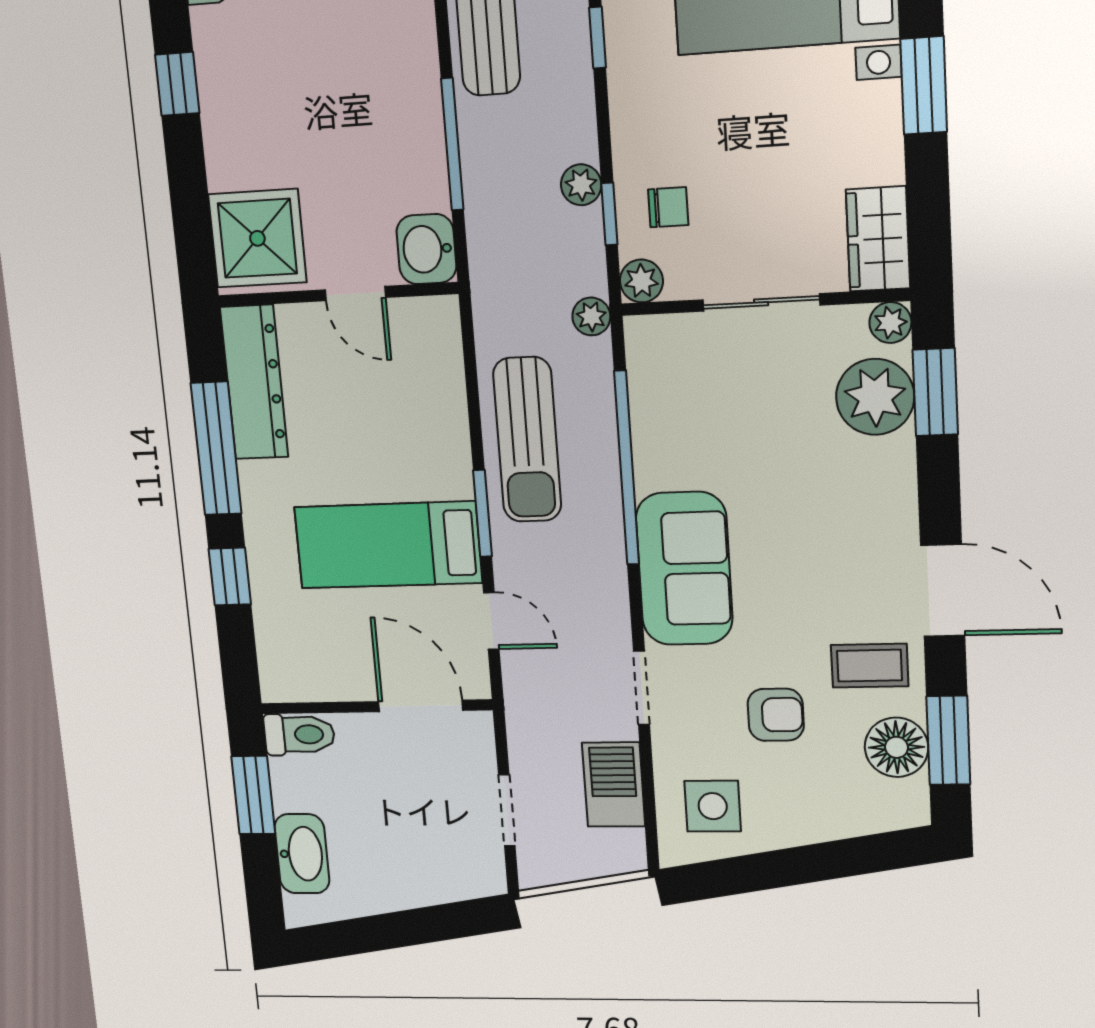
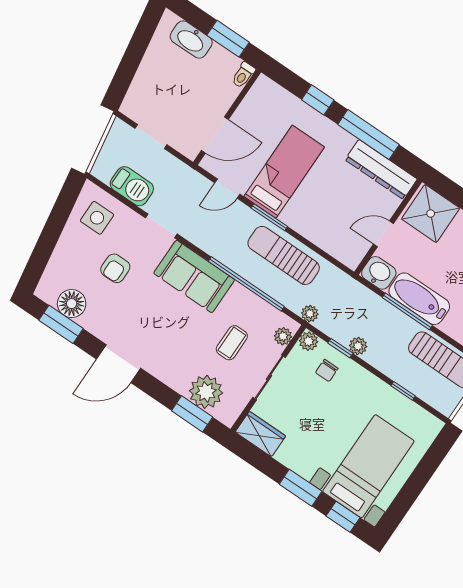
bathtub: (414, 141) -> (419, 299), added
plant: (890, 323) -> (283, 336), moved
coffee table: (870, 666) -> (232, 343), moved
toilet: (299, 734) -> (243, 75), width x0.73, depth x0.72

